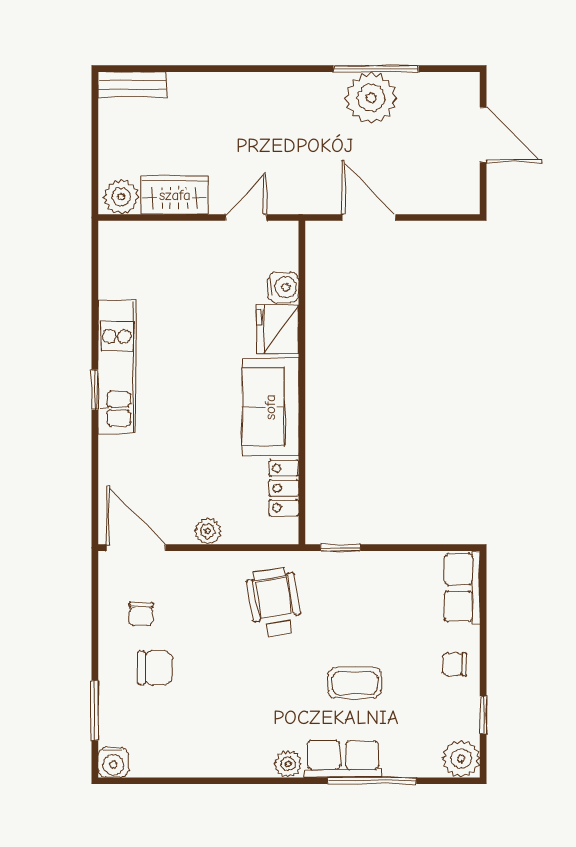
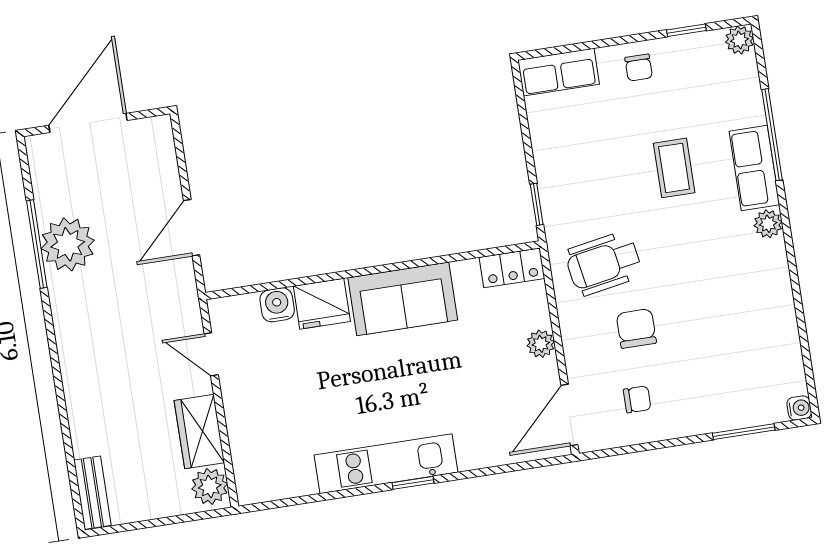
door: (483, 135) -> (88, 123), width x1.36
locker: (284, 488) -> (512, 268), moved
chair: (155, 668) -> (636, 328), moved
plant: (461, 759) -> (739, 40), width x0.73, depth x0.73
water cooler: (113, 762) -> (799, 408), width x0.72, depth x0.72

